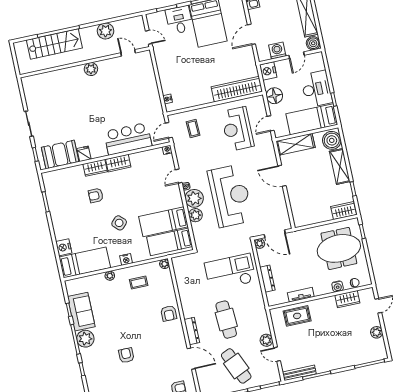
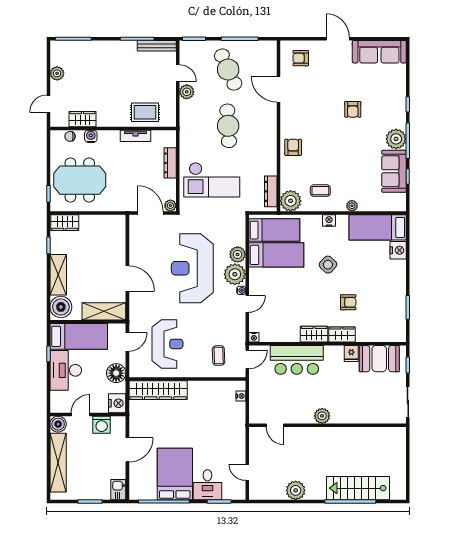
door: (128, 53) -> (275, 425), moved
wall: (85, 62) -> (328, 425), moved
plant: (91, 69) -> (322, 416), moved
plant: (164, 264) -> (291, 201), width x1.87, depth x1.87
dresser: (192, 331) -> (271, 191), moved

